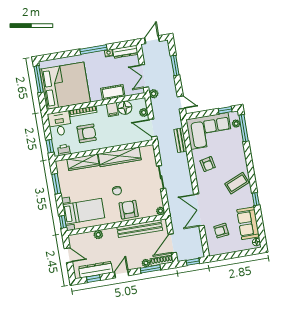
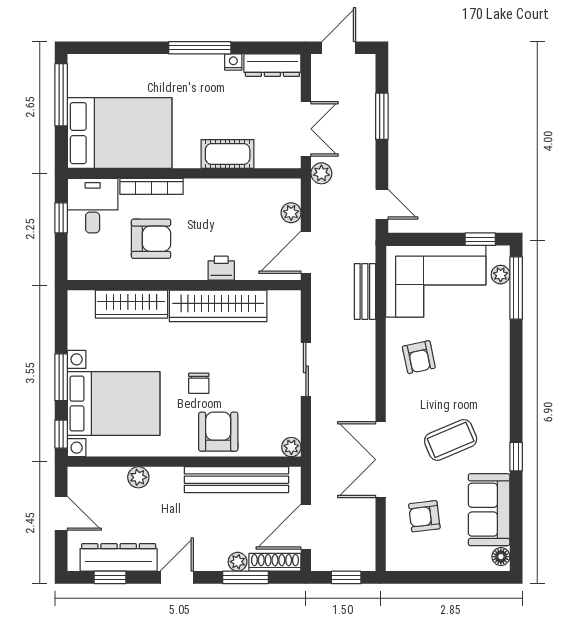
double door: (144, 76) -> (306, 129), swing flipped
bed: (65, 86) -> (120, 133), width x0.73
floor lamp: (125, 108) -> (250, 194), removed
filing cabinet: (112, 110) -> (220, 194), removed
door: (153, 128) -> (306, 252), hinge flipped
window: (50, 146) -> (61, 218), moved
printer: (64, 150) -> (221, 268), moved
coffee table: (237, 183) -> (451, 440), moved
window: (56, 184) -> (61, 377), moved
bed with nightstands: (84, 211) -> (114, 404), width x1.36

